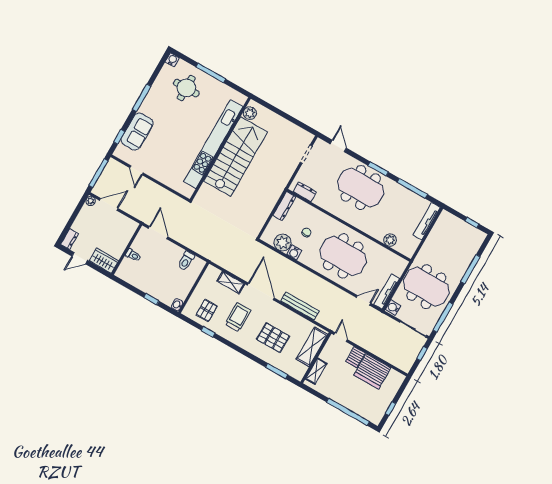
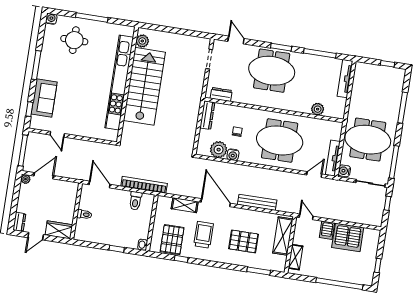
bookcase: (200, 249) -> (144, 185), added
pallet: (207, 310) -> (172, 240), width x1.50, depth x1.42

